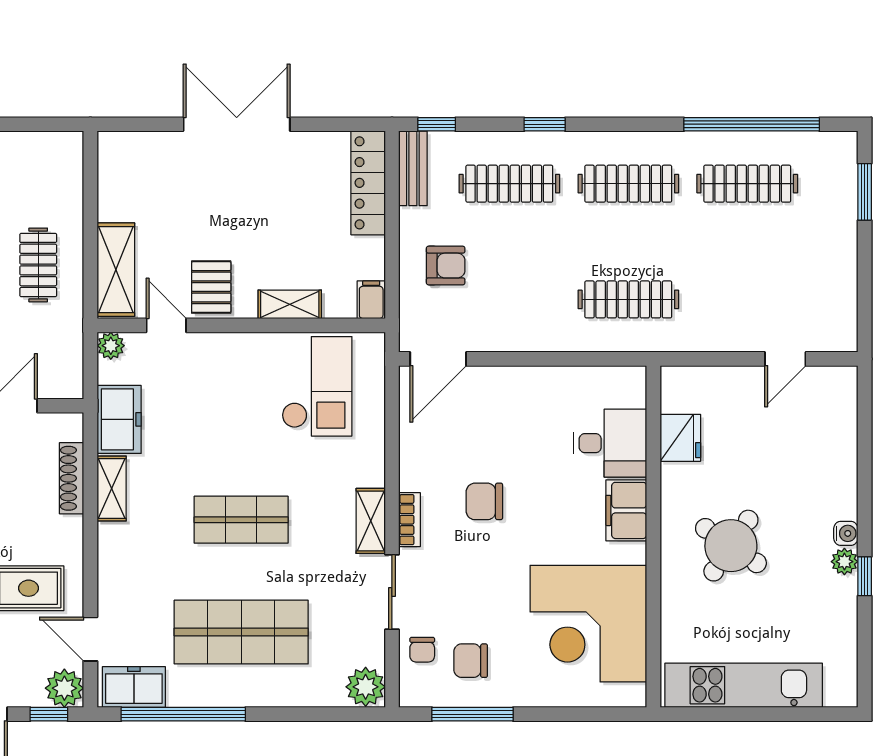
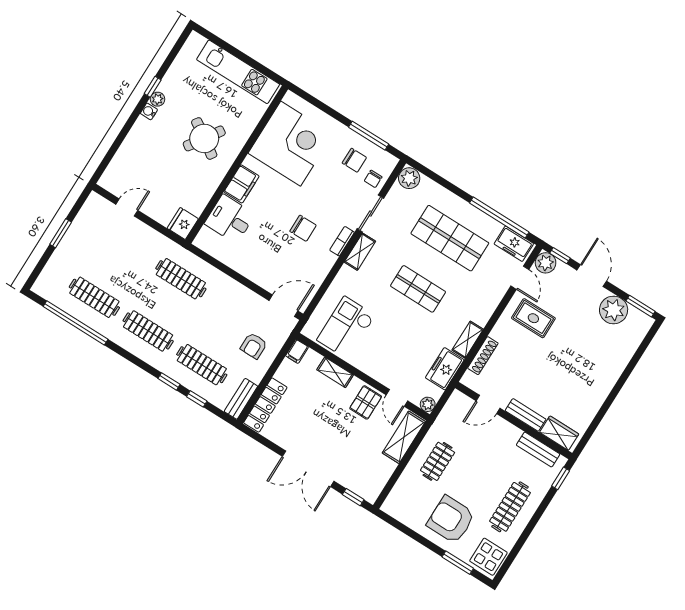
window: (137, 124) -> (353, 497), added
window: (437, 124) -> (197, 399), moved
window: (865, 192) -> (61, 233), moved
armchair: (446, 266) -> (254, 346), turned -90
fridge: (680, 438) -> (183, 223), moved
chair: (422, 650) -> (373, 179), turned 180

